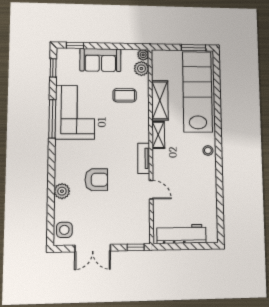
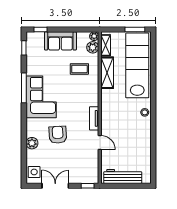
corner sofa: (75, 112) -> (41, 97), moved
shelving: (158, 135) -> (106, 45), moved
armchair: (96, 180) -> (58, 135), turned -93
double door: (93, 248) -> (55, 186), swing flipped

